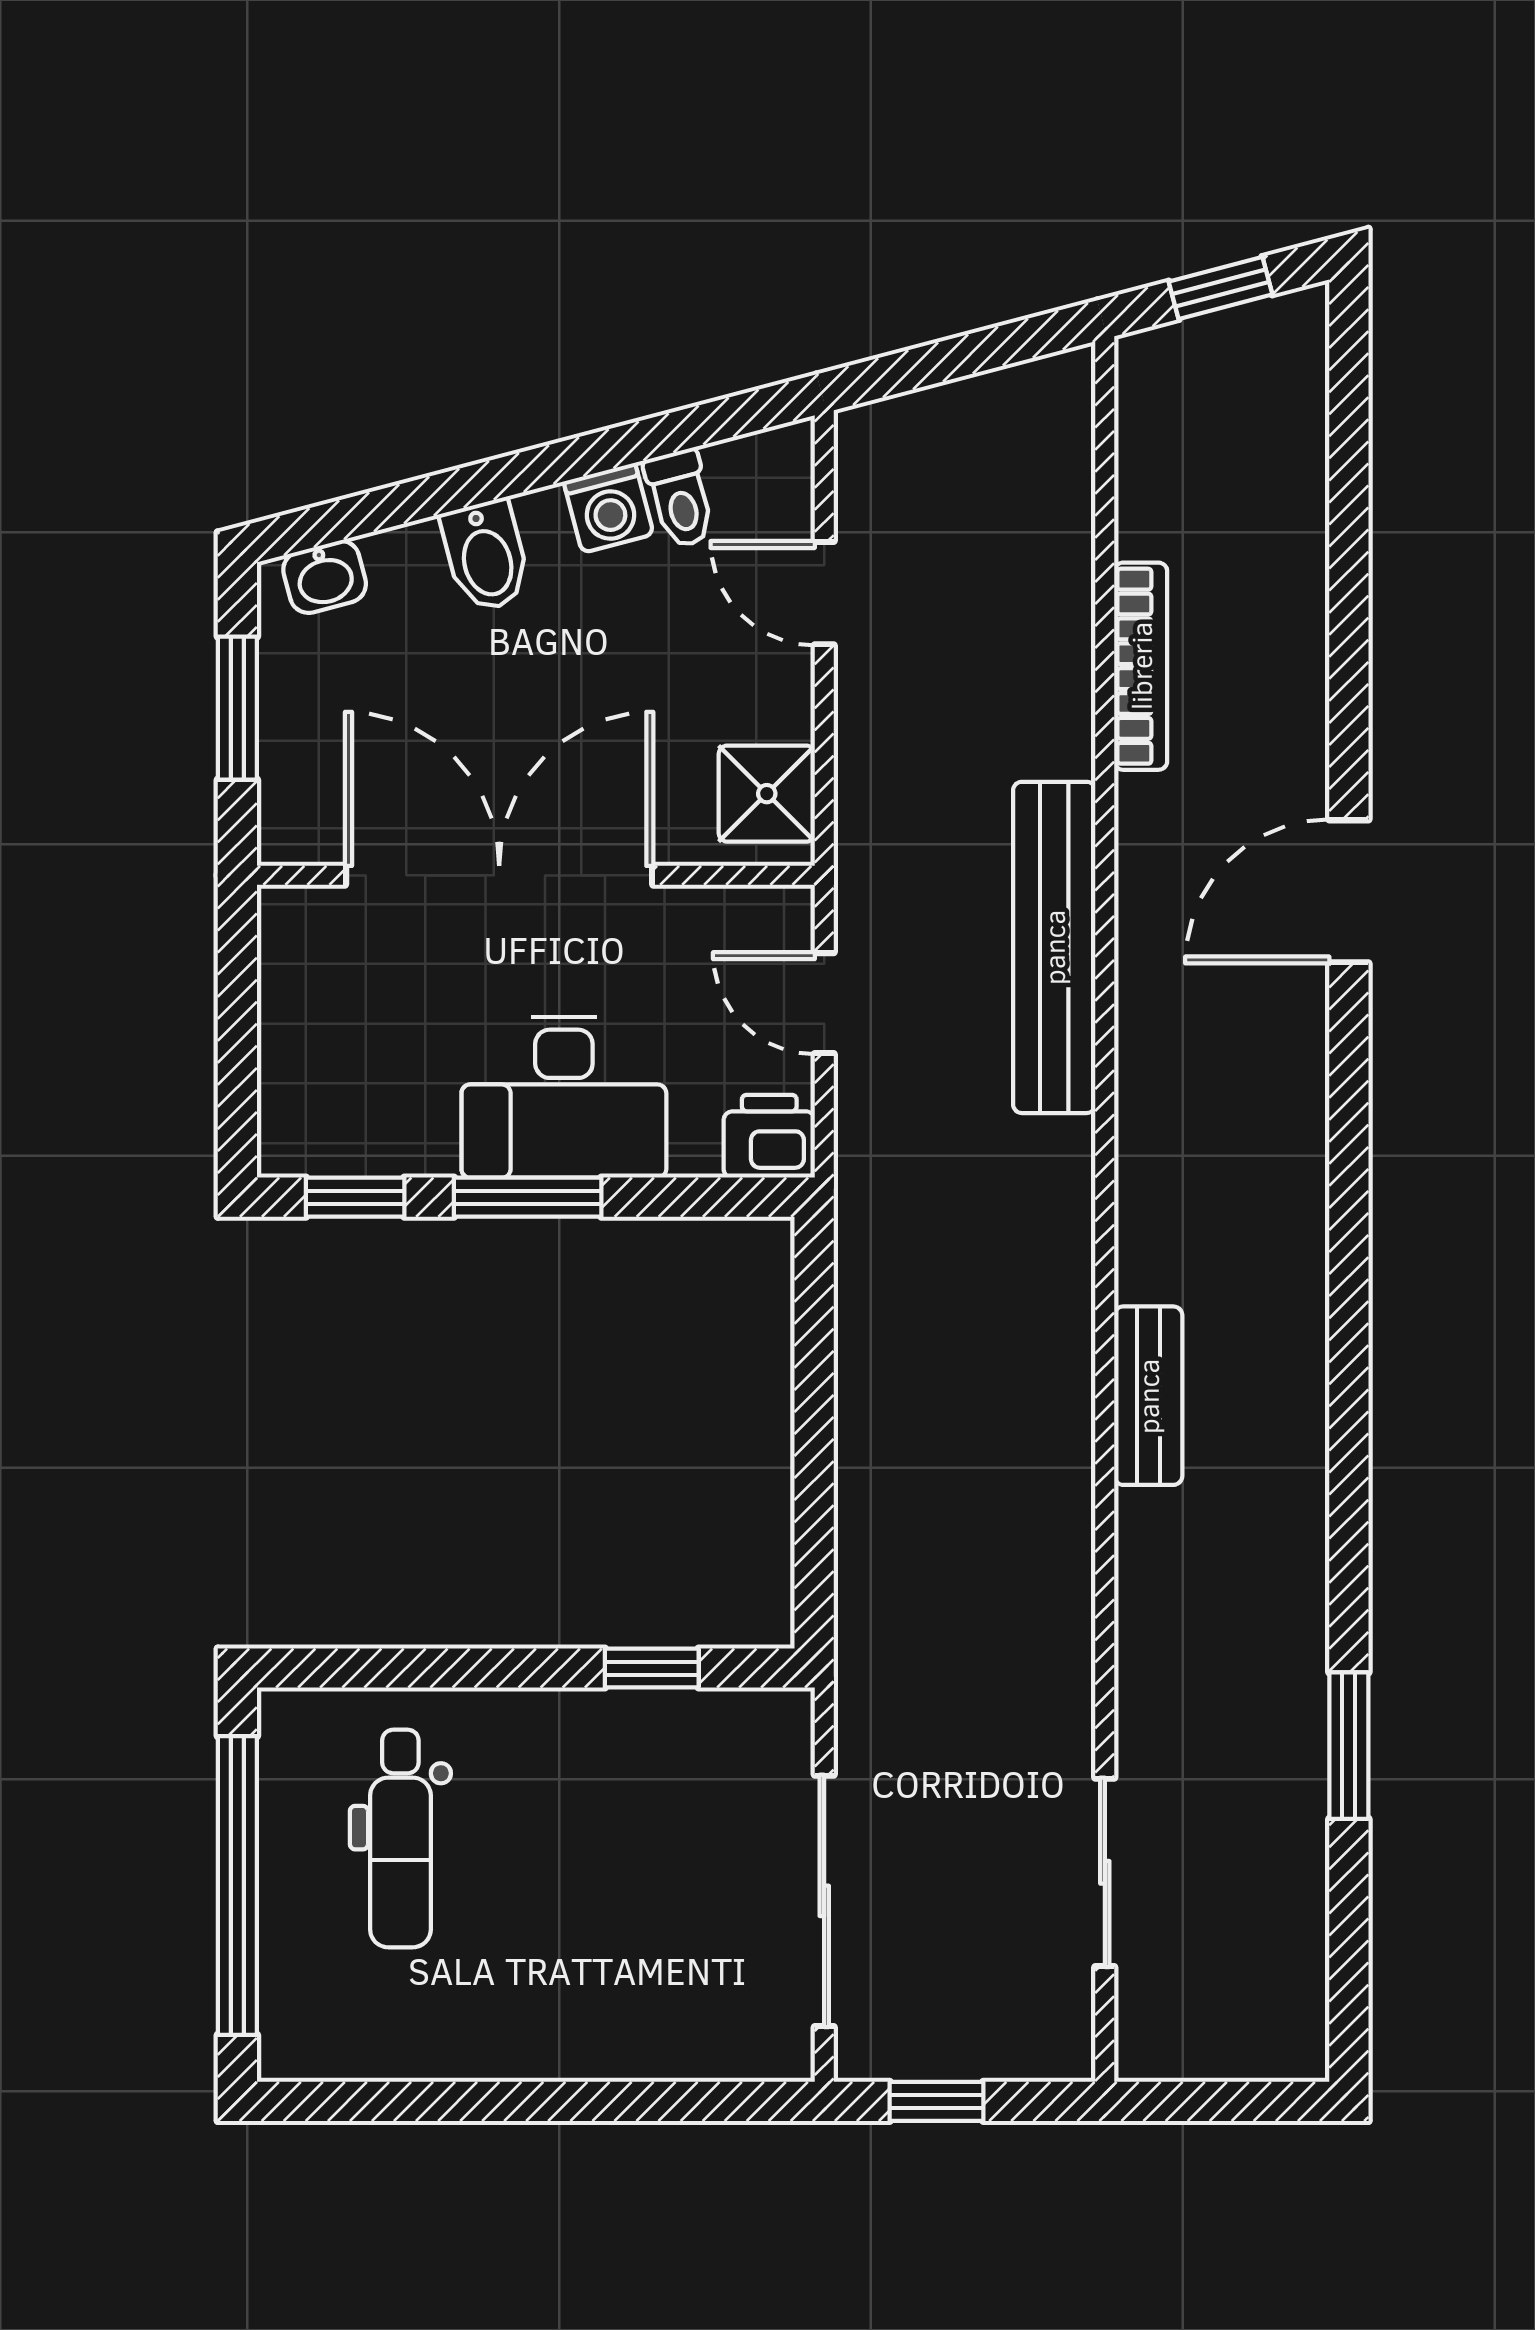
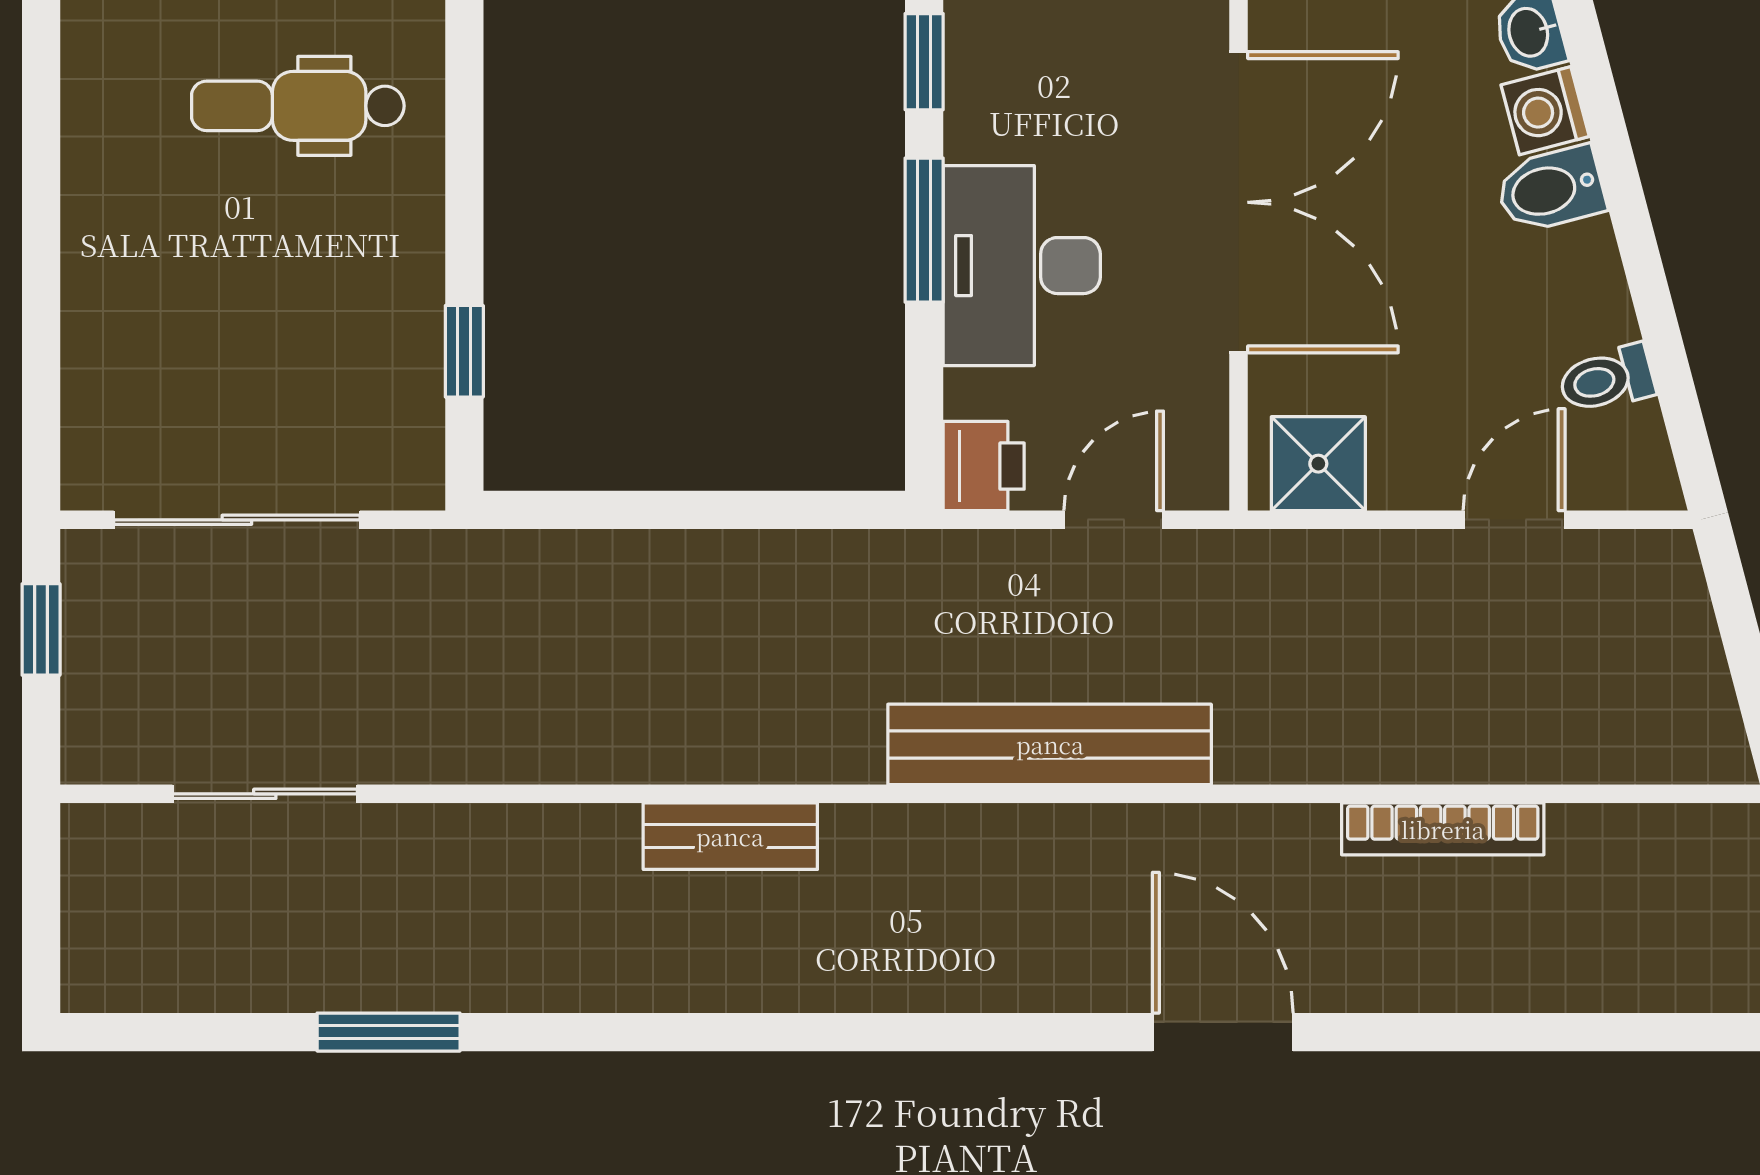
washing machine: (609, 508) -> (1545, 111), moved
bench: (1054, 947) -> (1050, 744), moved

